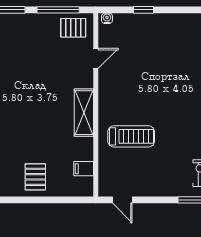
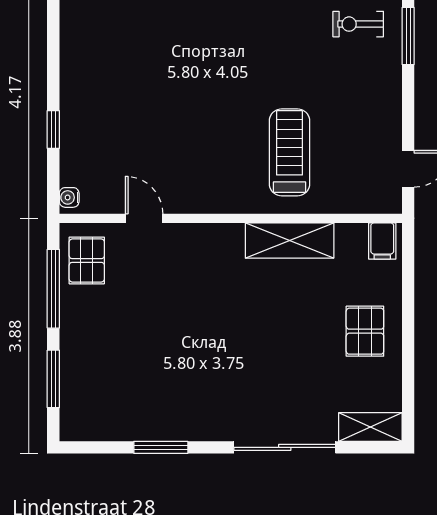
shelving: (84, 113) -> (290, 241), moved
filing cabinet: (84, 169) -> (382, 241), moved
pallet: (35, 177) -> (365, 331), turned 90

